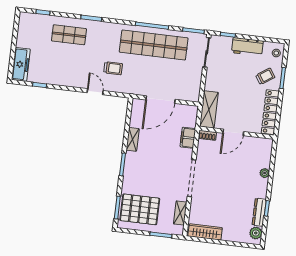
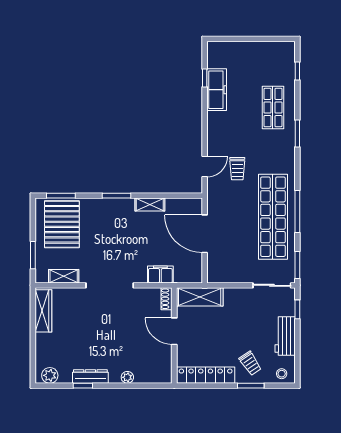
freezer: (21, 64) -> (217, 90), moved, turned -90
door: (95, 92) -> (205, 167), moved
dresser: (259, 212) -> (90, 376), moved

